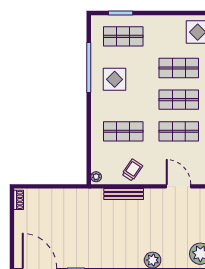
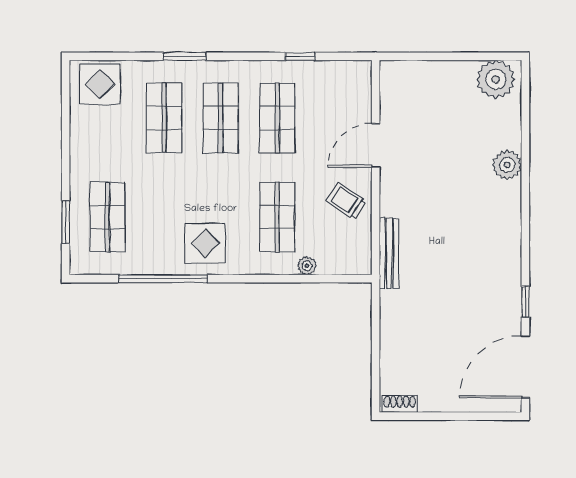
display table: (115, 79) -> (205, 243), moved
plant: (96, 177) -> (307, 266), moved
door: (179, 186) -> (376, 145), moved
bench: (124, 194) -> (389, 254), moved

